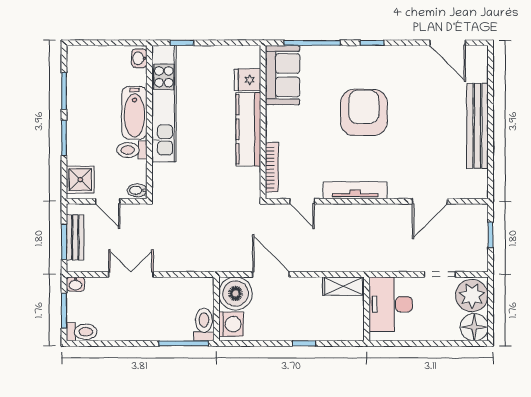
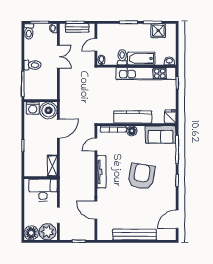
fridge: (247, 80) -> (170, 117), moved
armchair: (364, 112) -> (141, 176), turned -81
floor lamp: (275, 131) -> (132, 131), added
shower: (80, 180) -> (158, 31), moved
toilet: (204, 325) -> (33, 65), moved

